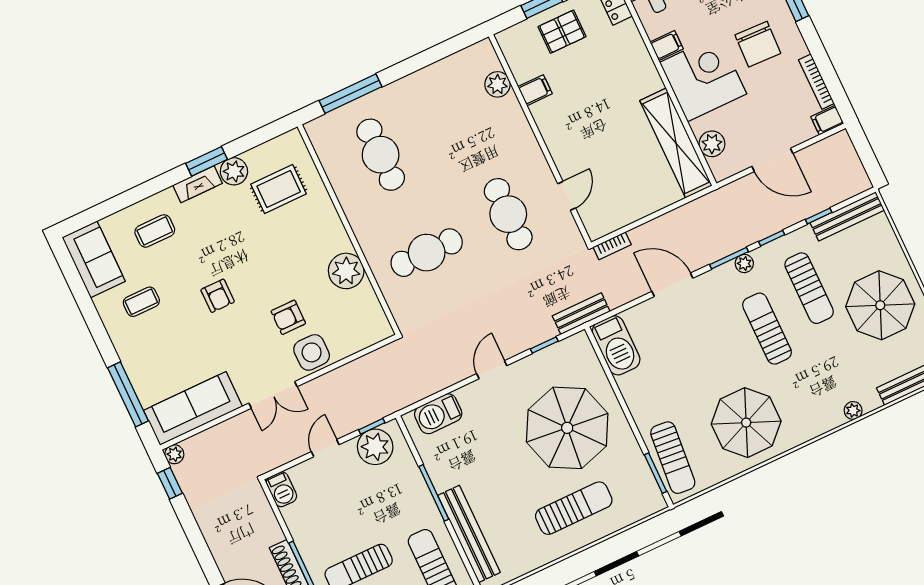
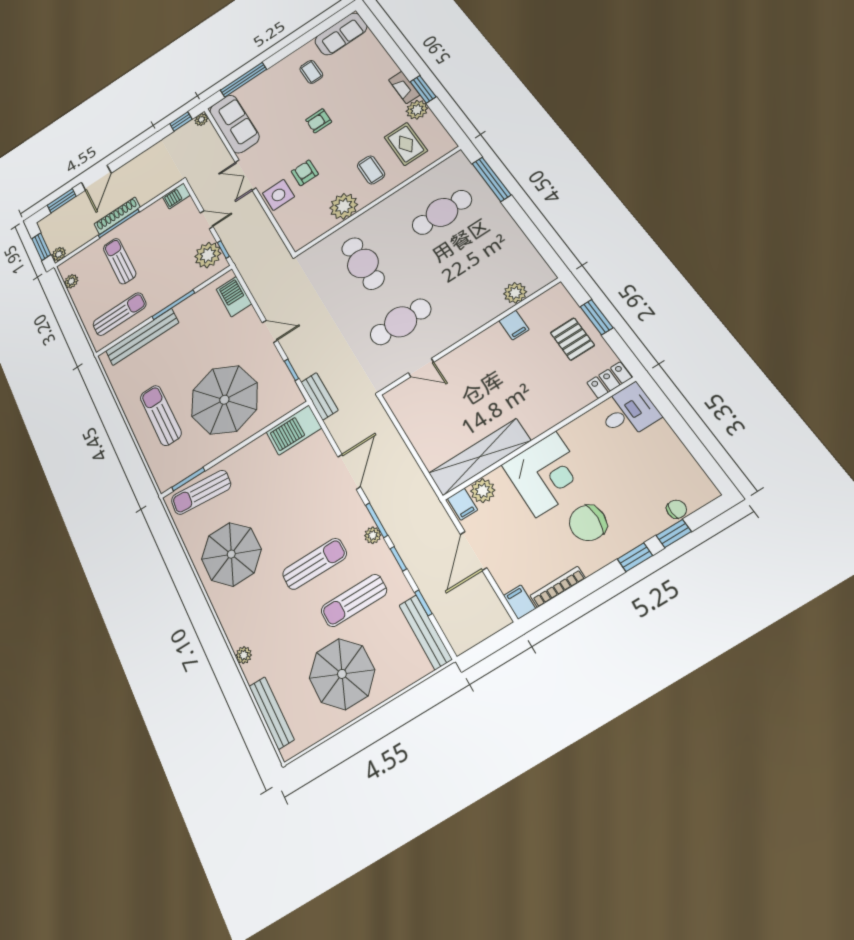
filing cabinet: (667, 45) -> (462, 504), moved
coffee table: (155, 231) -> (371, 170), moved
bookcase: (612, 246) -> (380, 413), removed
sun lounger: (574, 508) -> (161, 415), turned 180

